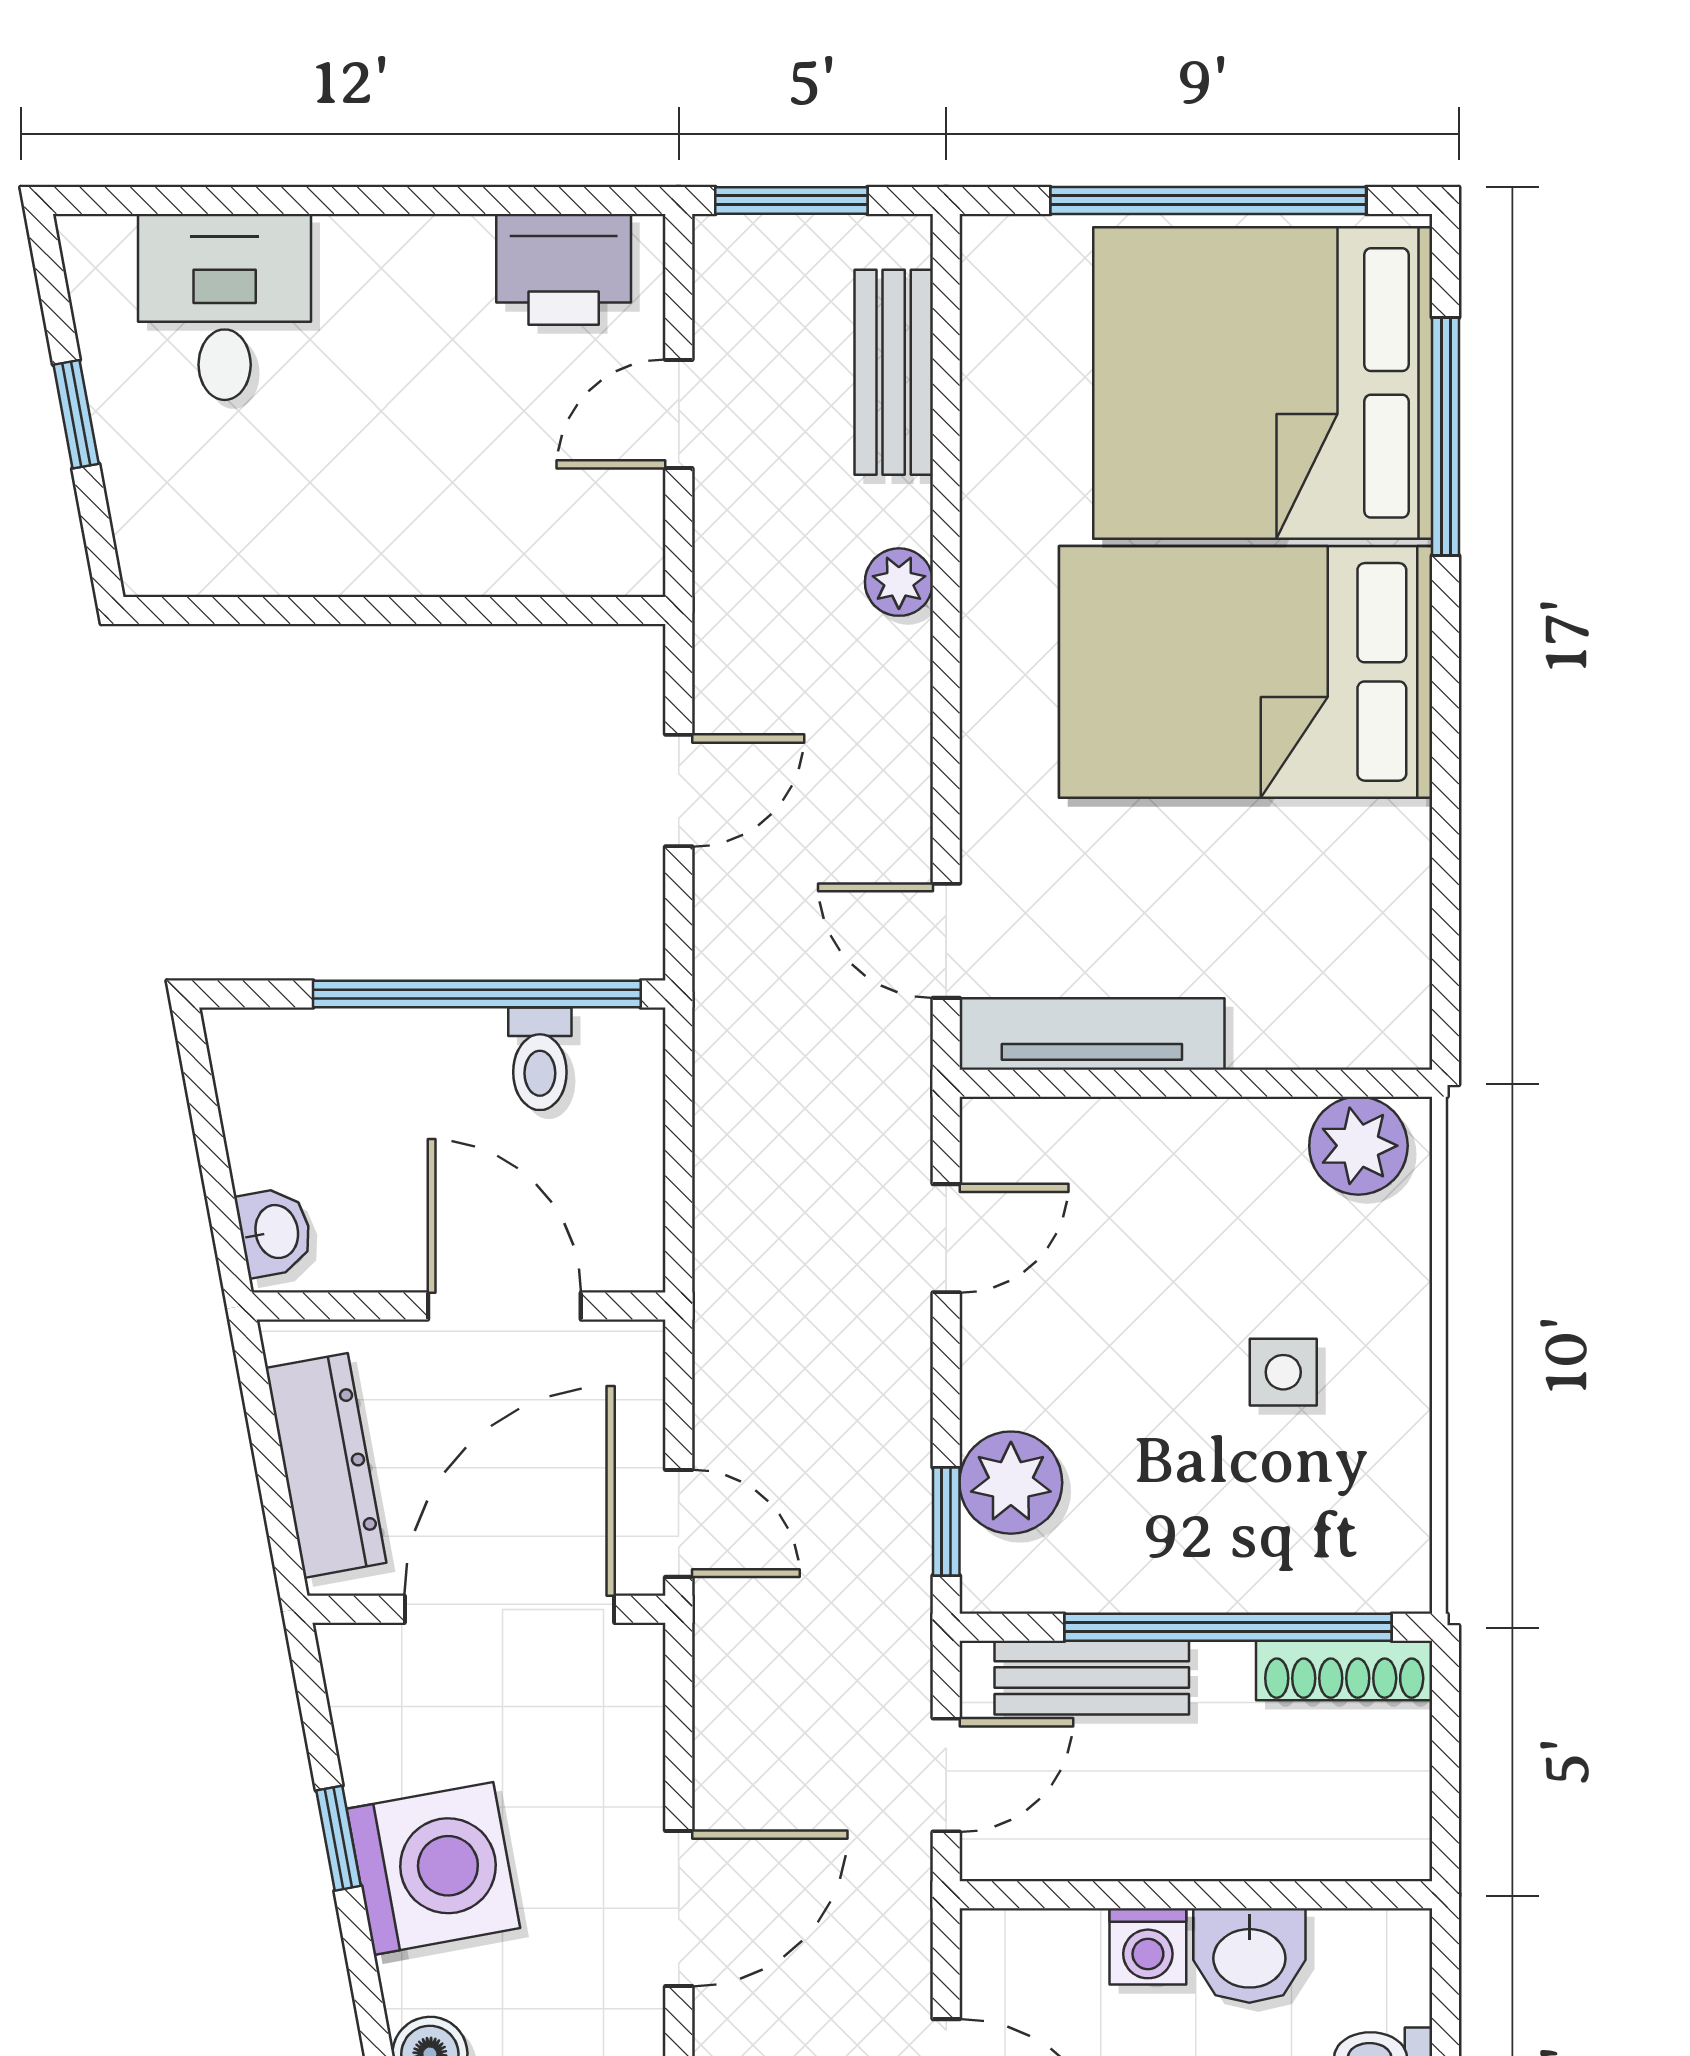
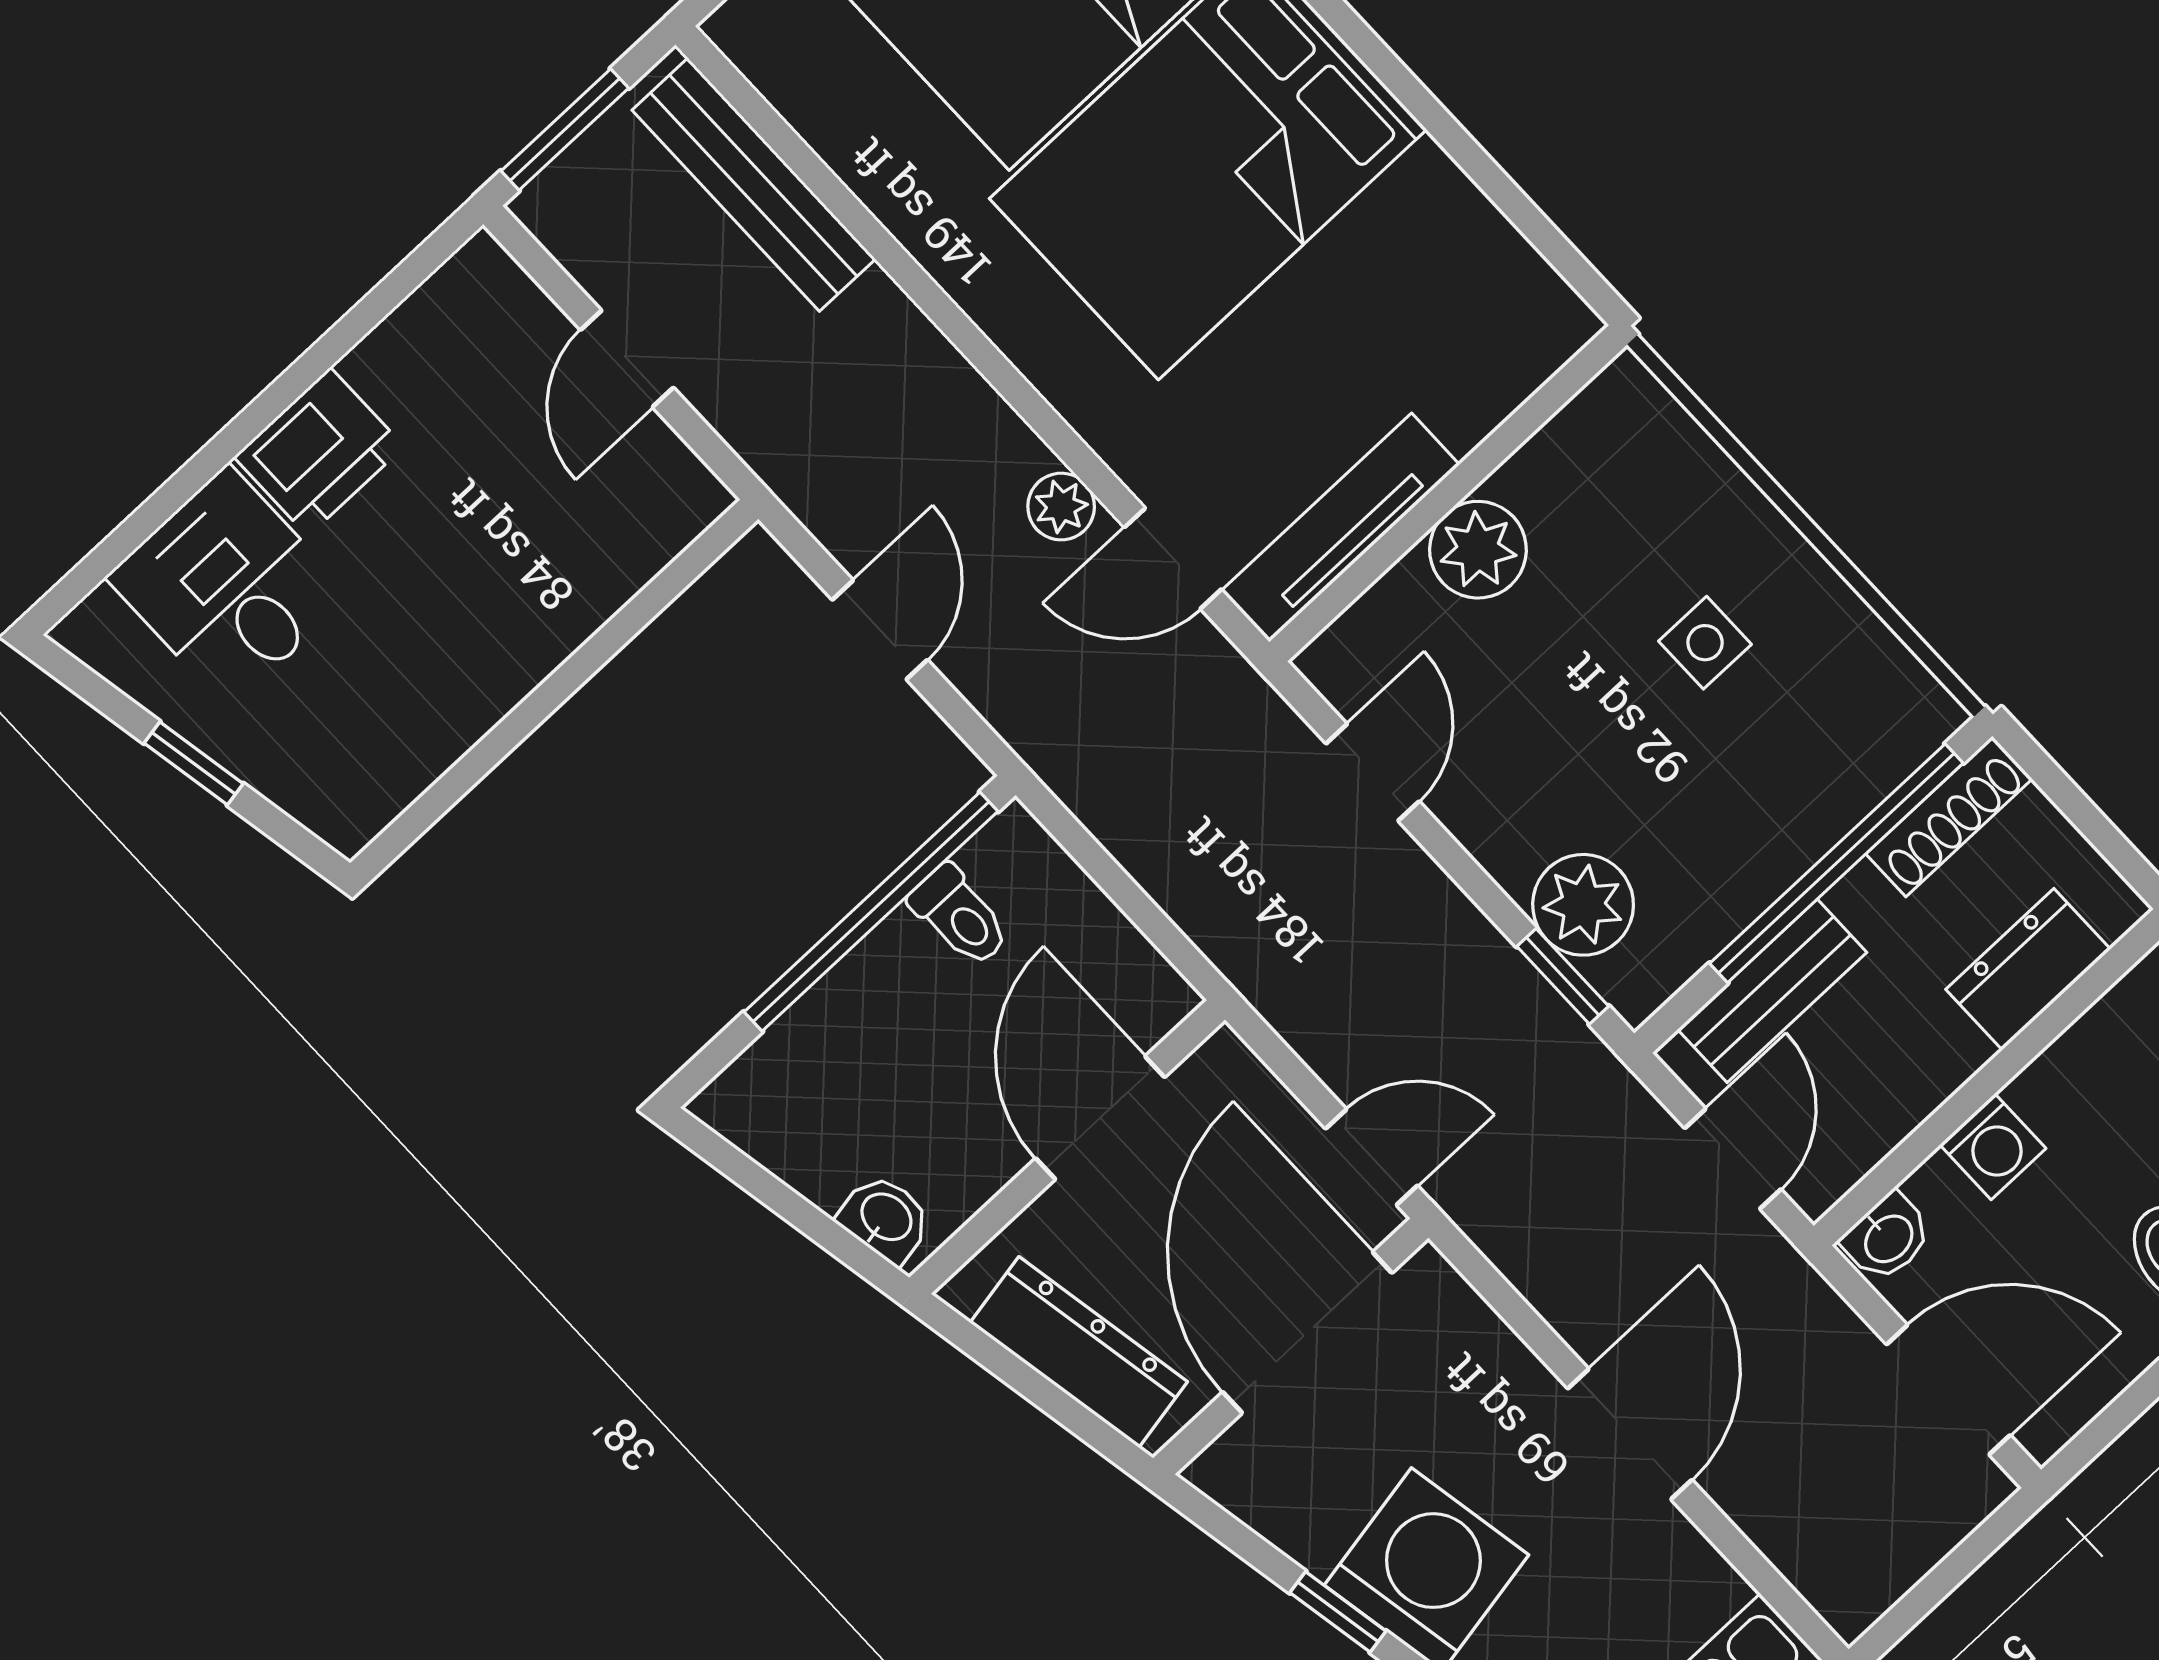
printer: (564, 269) -> (319, 452), moved
bench: (894, 372) -> (754, 185), width x1.36
plant: (899, 582) -> (1061, 507), moved
plant: (1358, 1146) -> (1478, 550), moved
door: (504, 1306) -> (1100, 1118), hinge flipped
dresser: (1297, 1839) -> (2028, 969), added
washbasin: (1249, 1955) -> (1887, 1237), moved, width x0.72, depth x0.69

